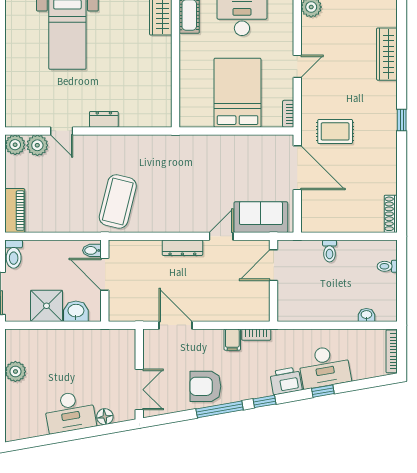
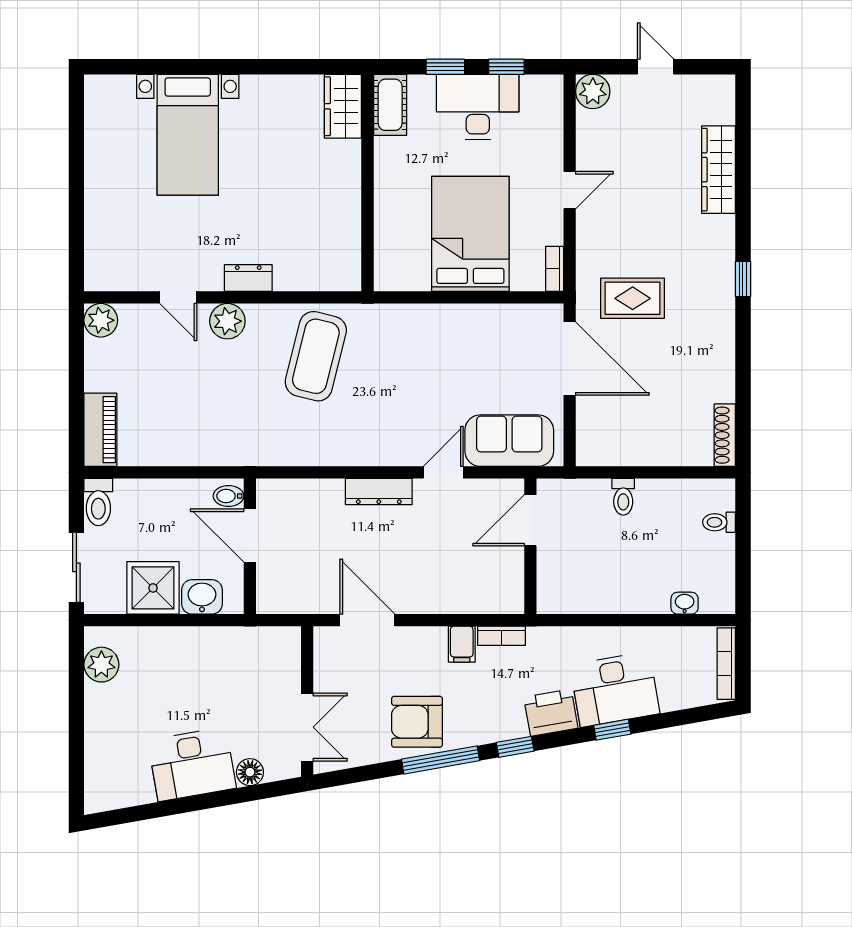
plant: (37, 145) -> (227, 321), moved
coffee table: (118, 201) -> (316, 356), moved
plant: (15, 372) -> (101, 665), moved

